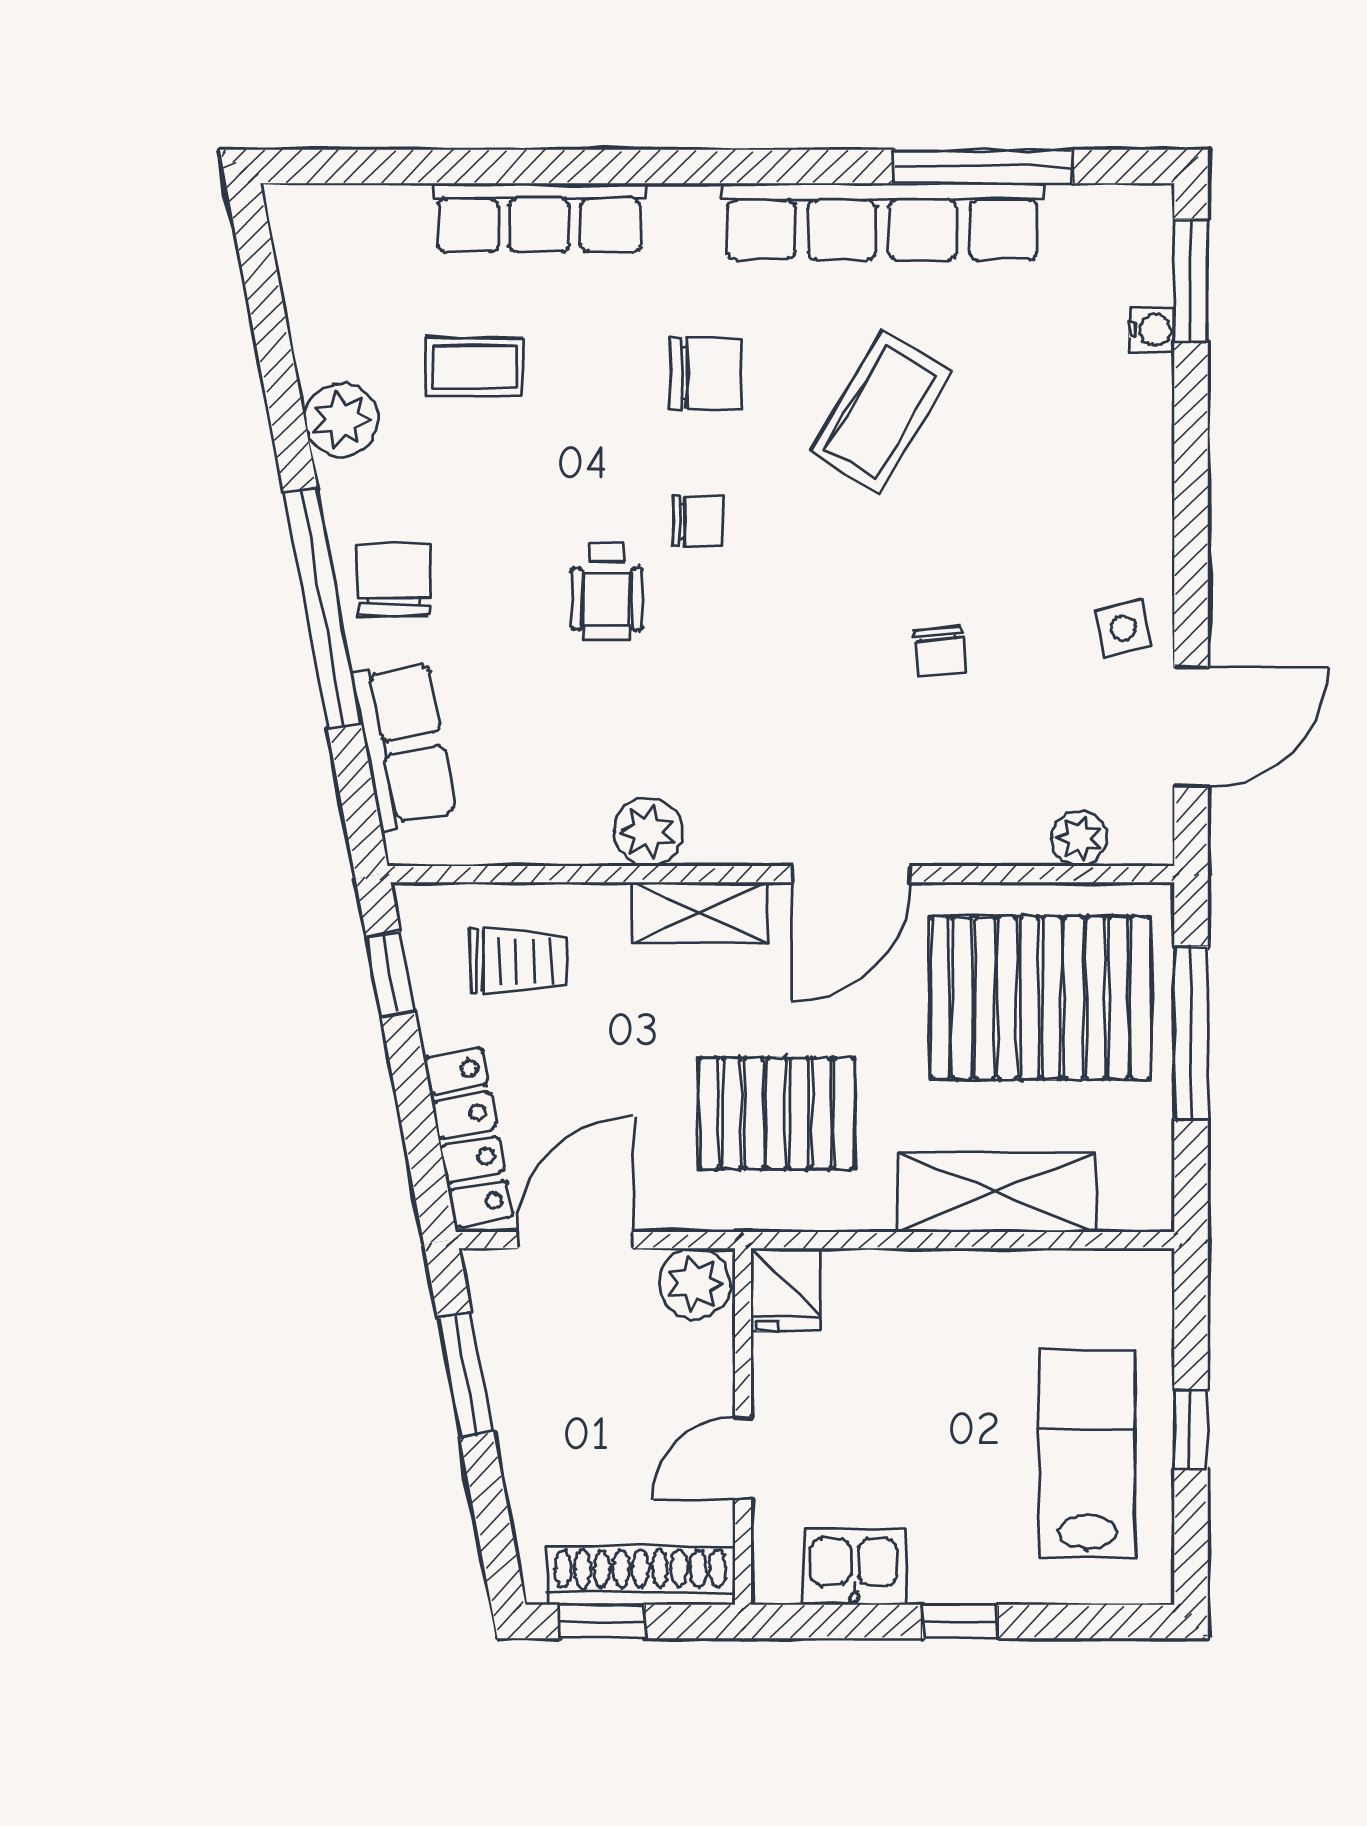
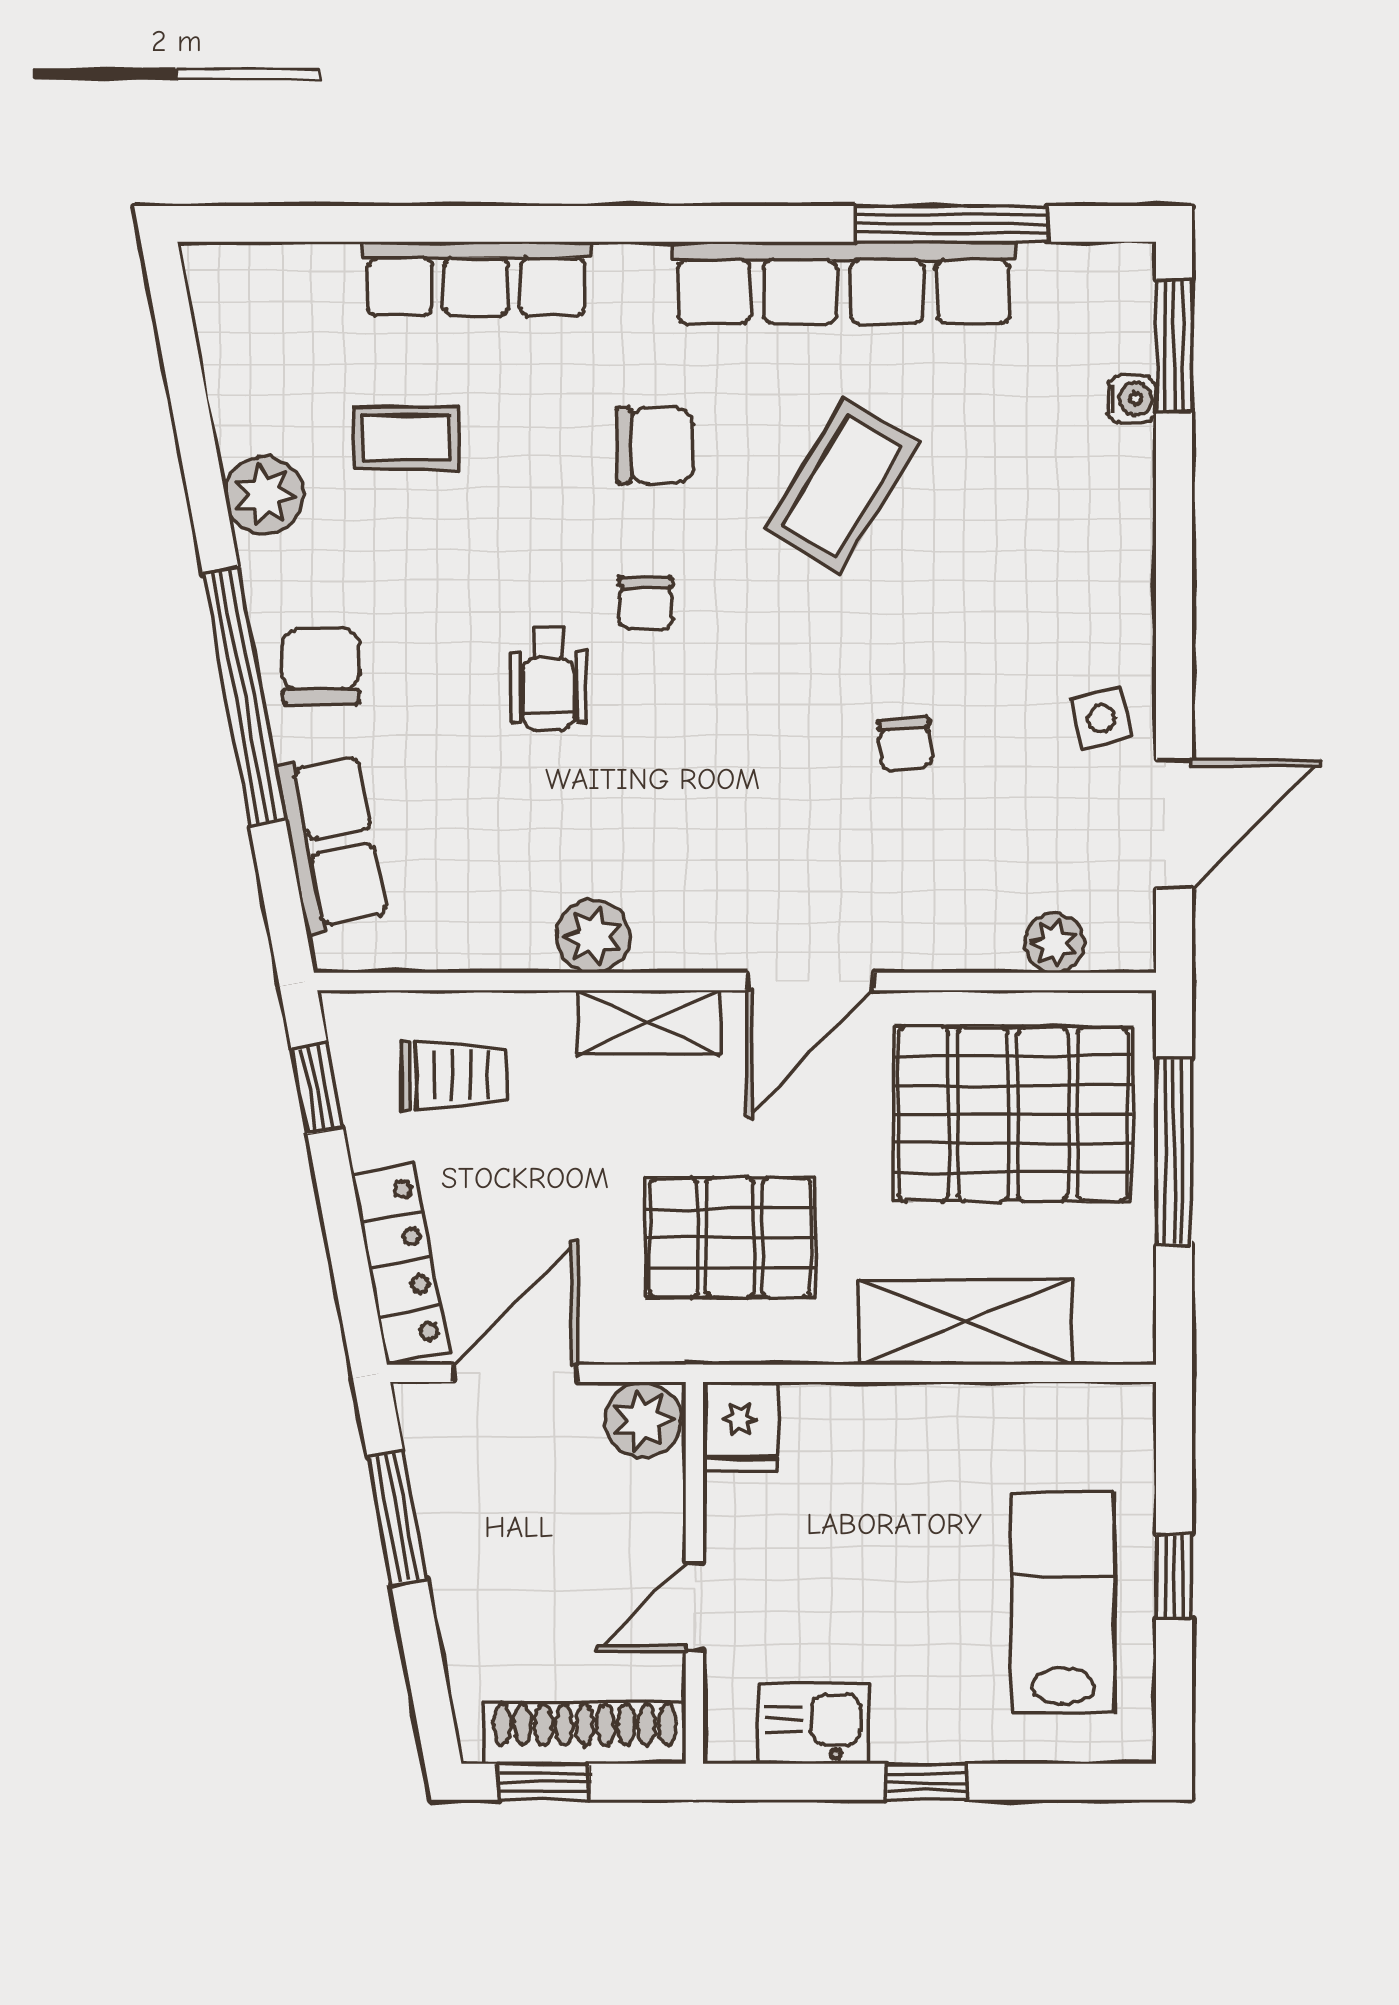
chair: (698, 521) -> (646, 603), turned 90

